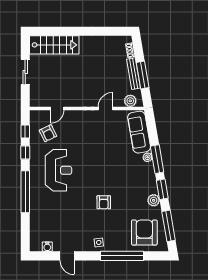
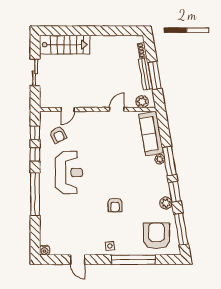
water cooler: (47, 247) -> (44, 250), moved

